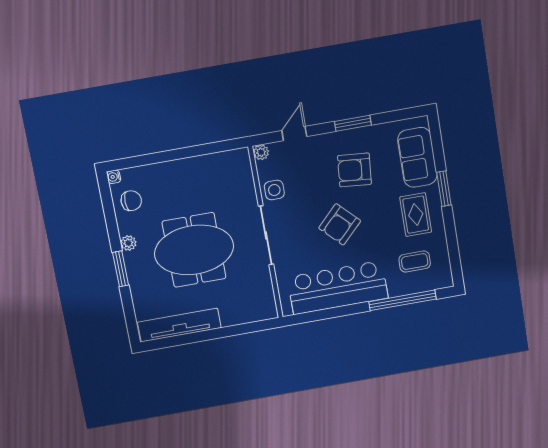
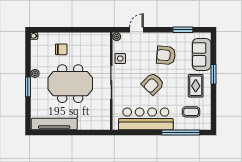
window: (353, 123) -> (183, 30), moved
chair: (131, 201) -> (61, 49), moved

